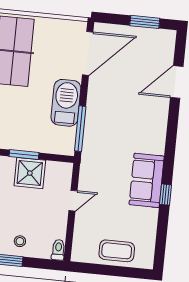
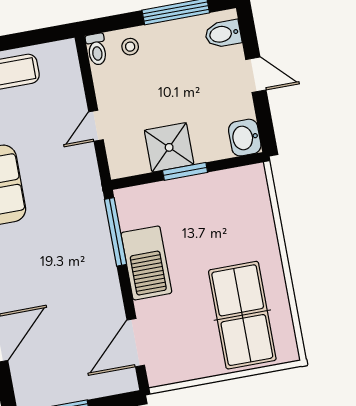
door: (88, 53) -> (136, 343), width x0.73
stool: (20, 241) -> (130, 47), moved

